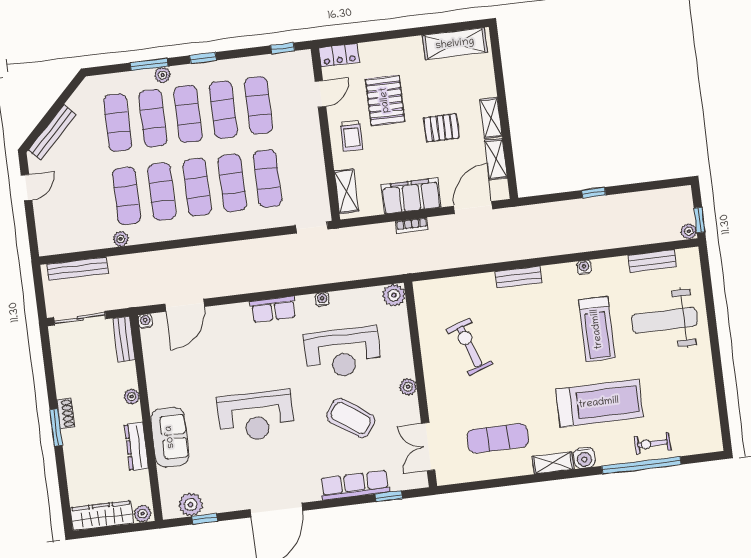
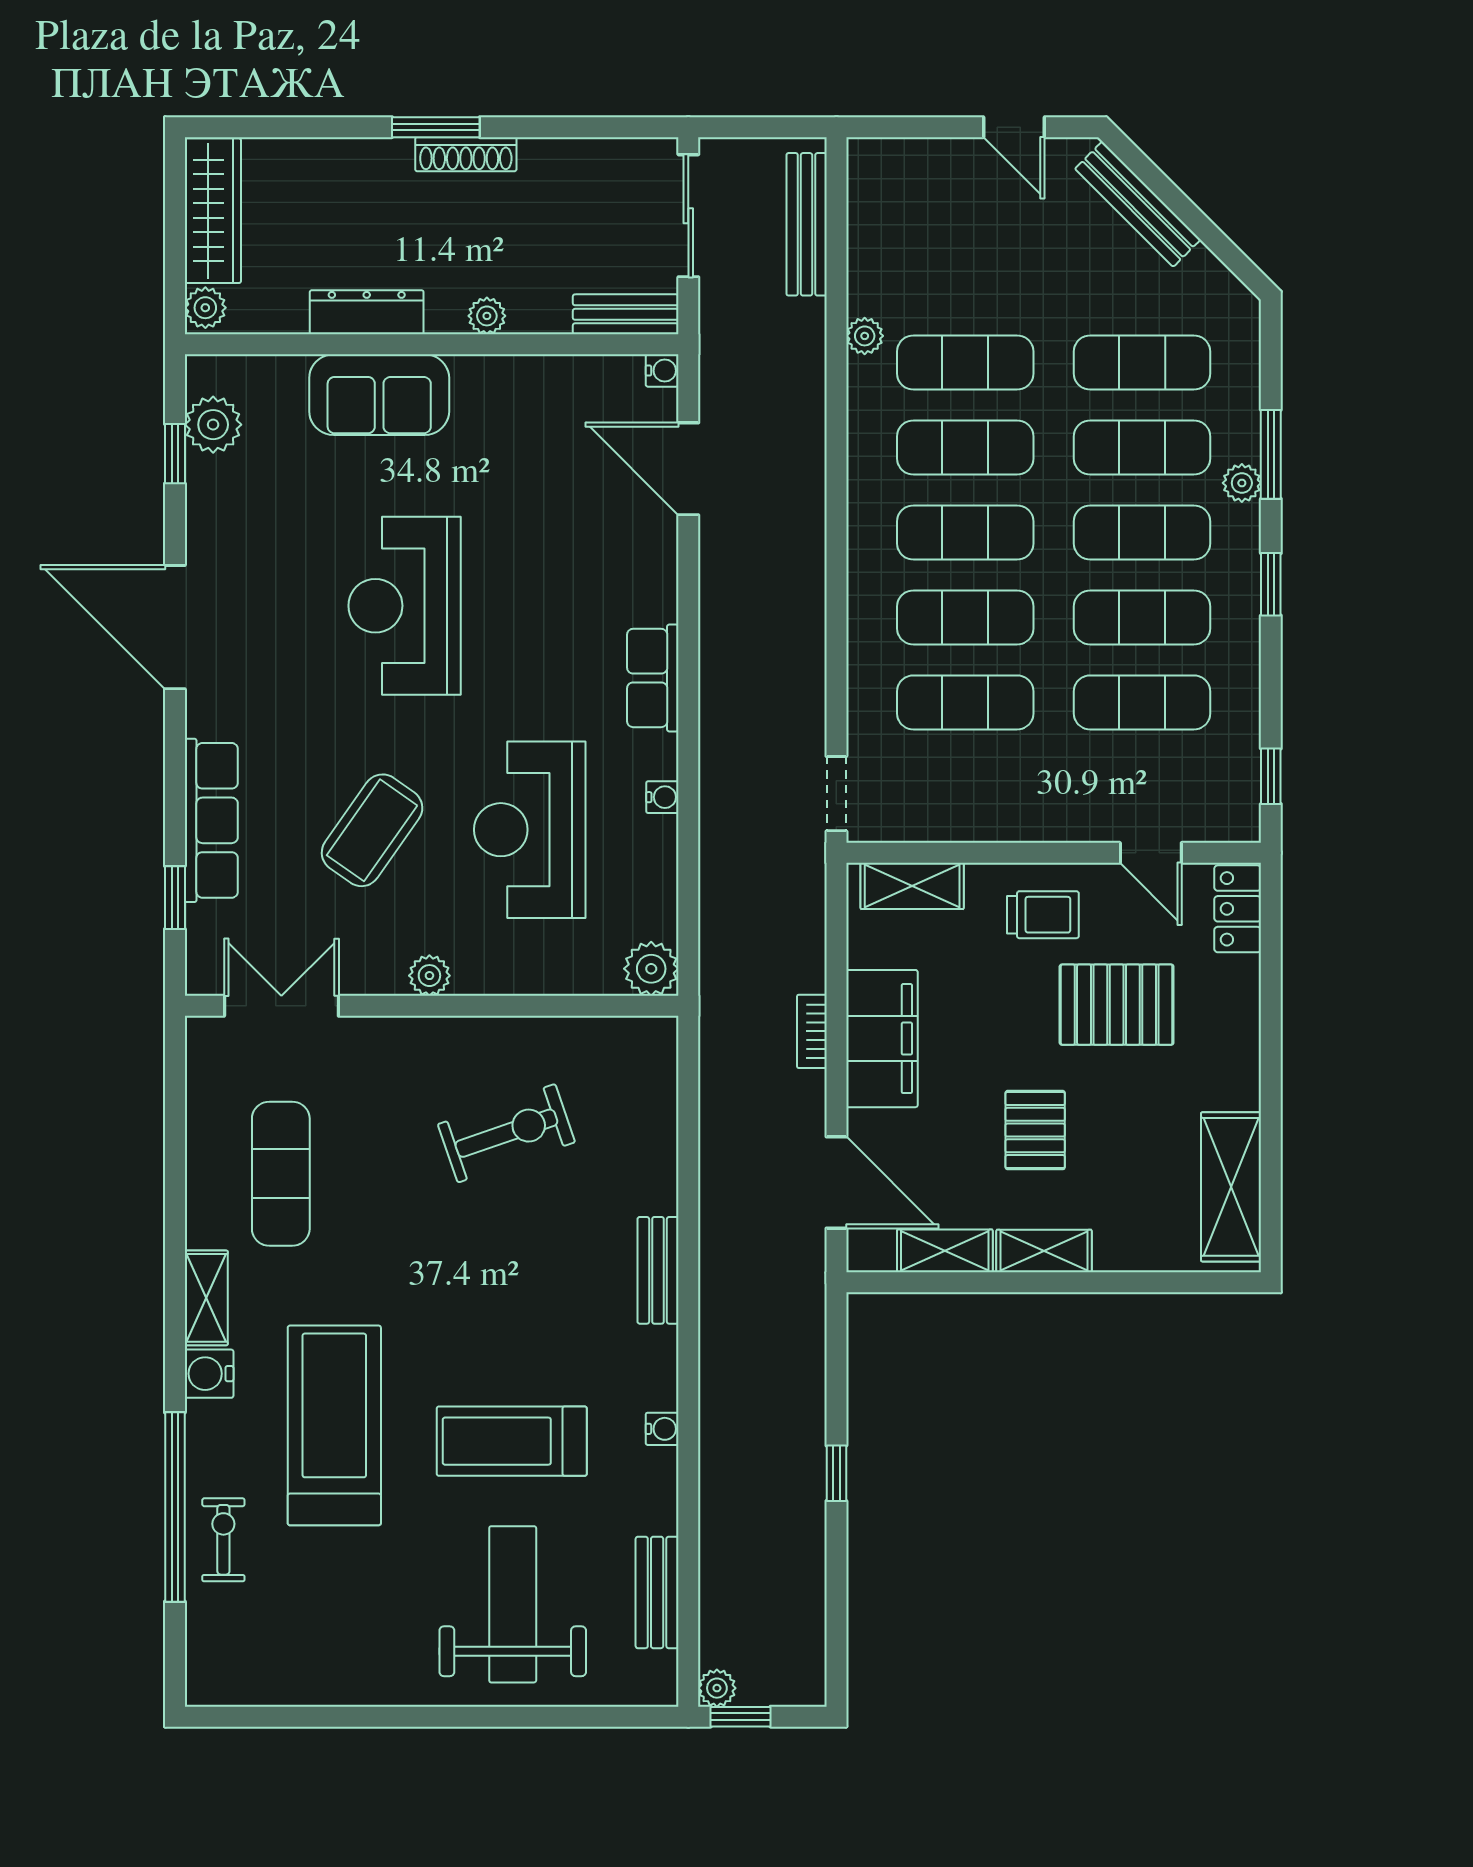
trolley: (352, 136) -> (1043, 915), turned 180
treadmill: (599, 403) -> (334, 1425), turned 180
shoe rack: (66, 413) -> (466, 154), width x1.43

